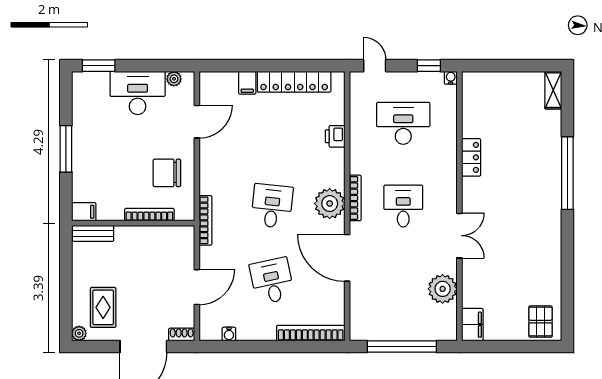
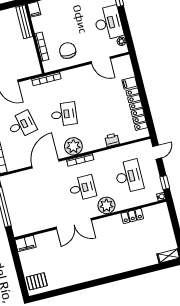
locker: (471, 157) -> (132, 216), moved
window: (567, 173) -> (124, 276), removed
bench: (93, 233) -> (24, 22), width x1.36
double door: (459, 236) -> (74, 224), width x1.37
plant: (443, 289) -> (106, 205), moved

